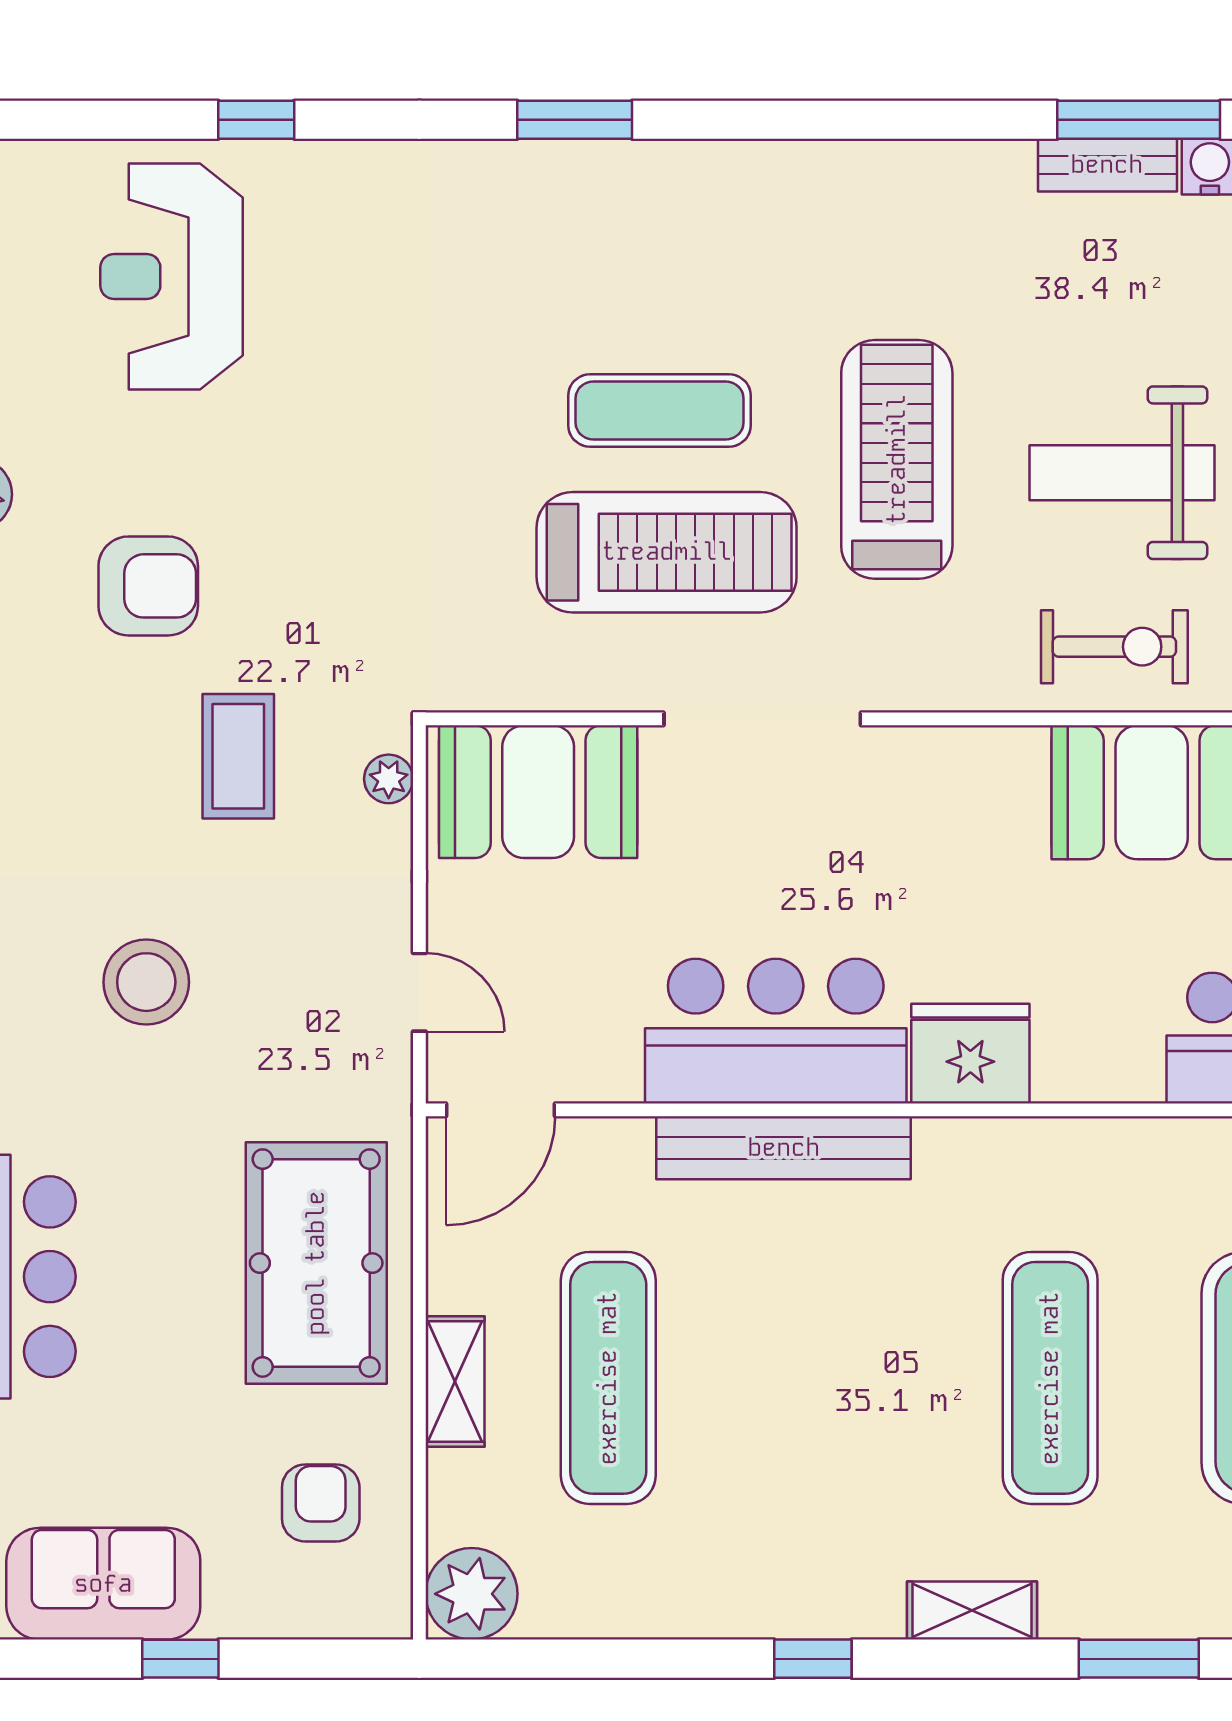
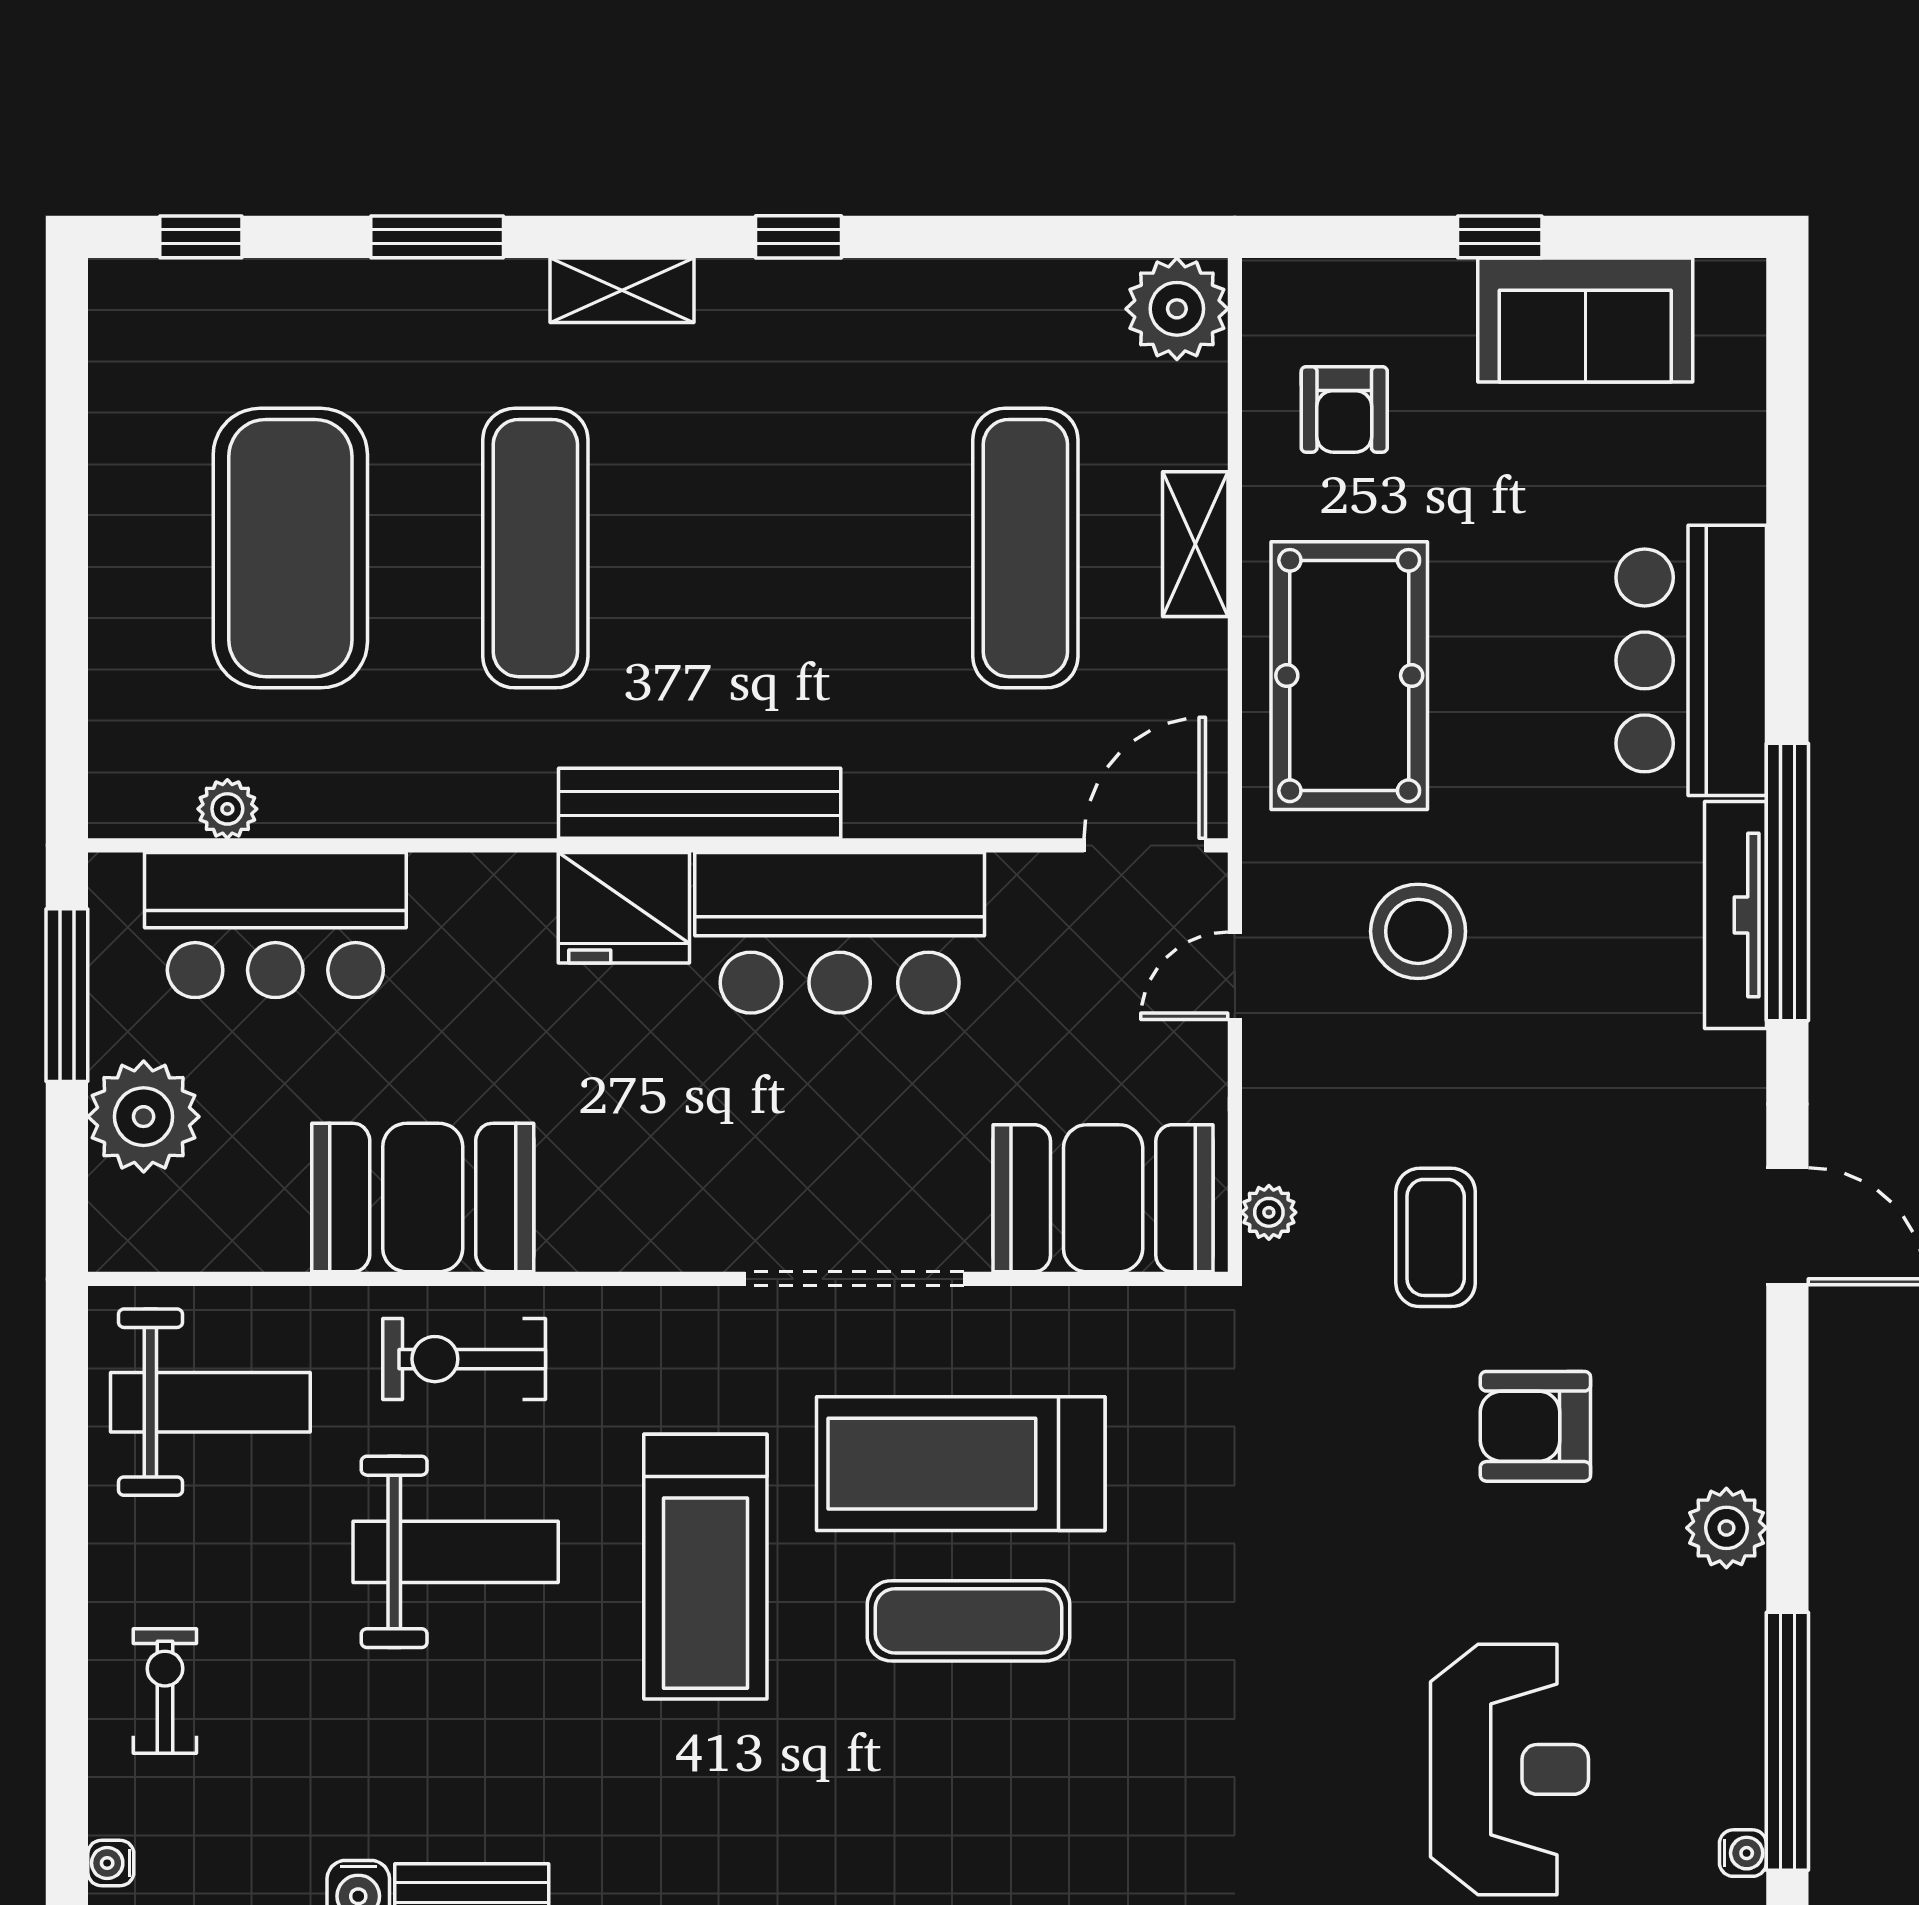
stool: (146, 982) -> (1418, 931), moved
door: (419, 992) -> (1235, 976), hinge flipped
bench: (784, 1148) -> (700, 803), moved

